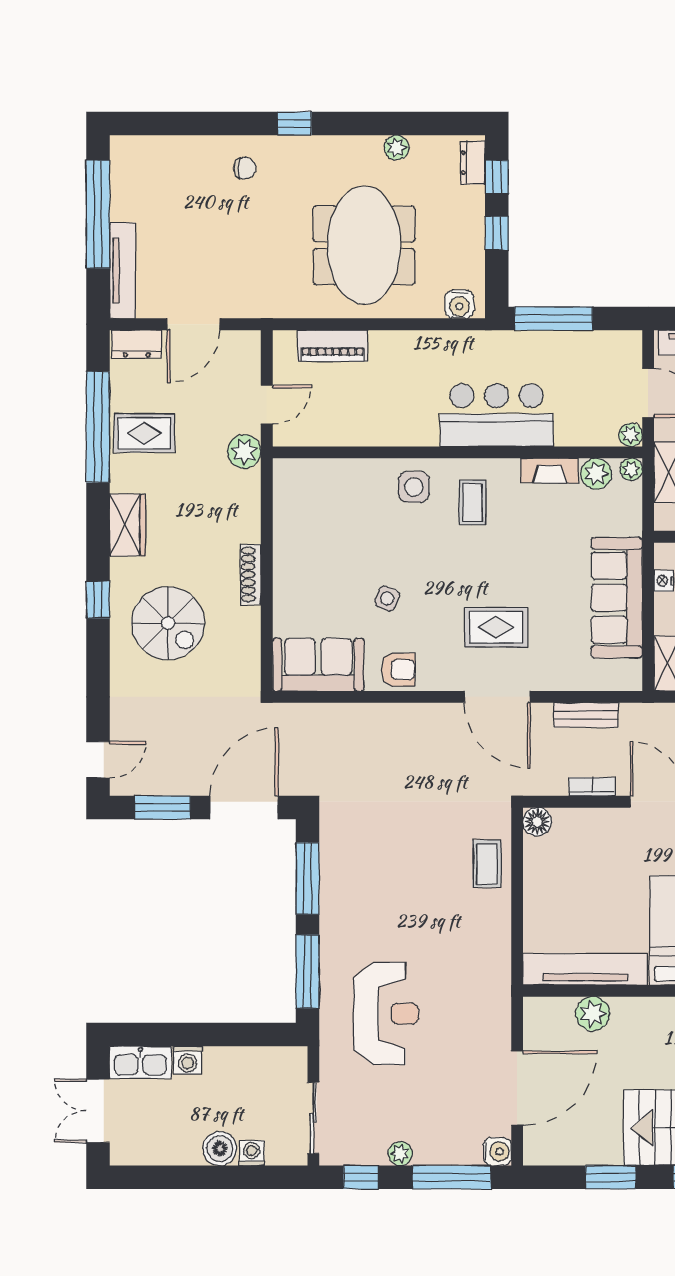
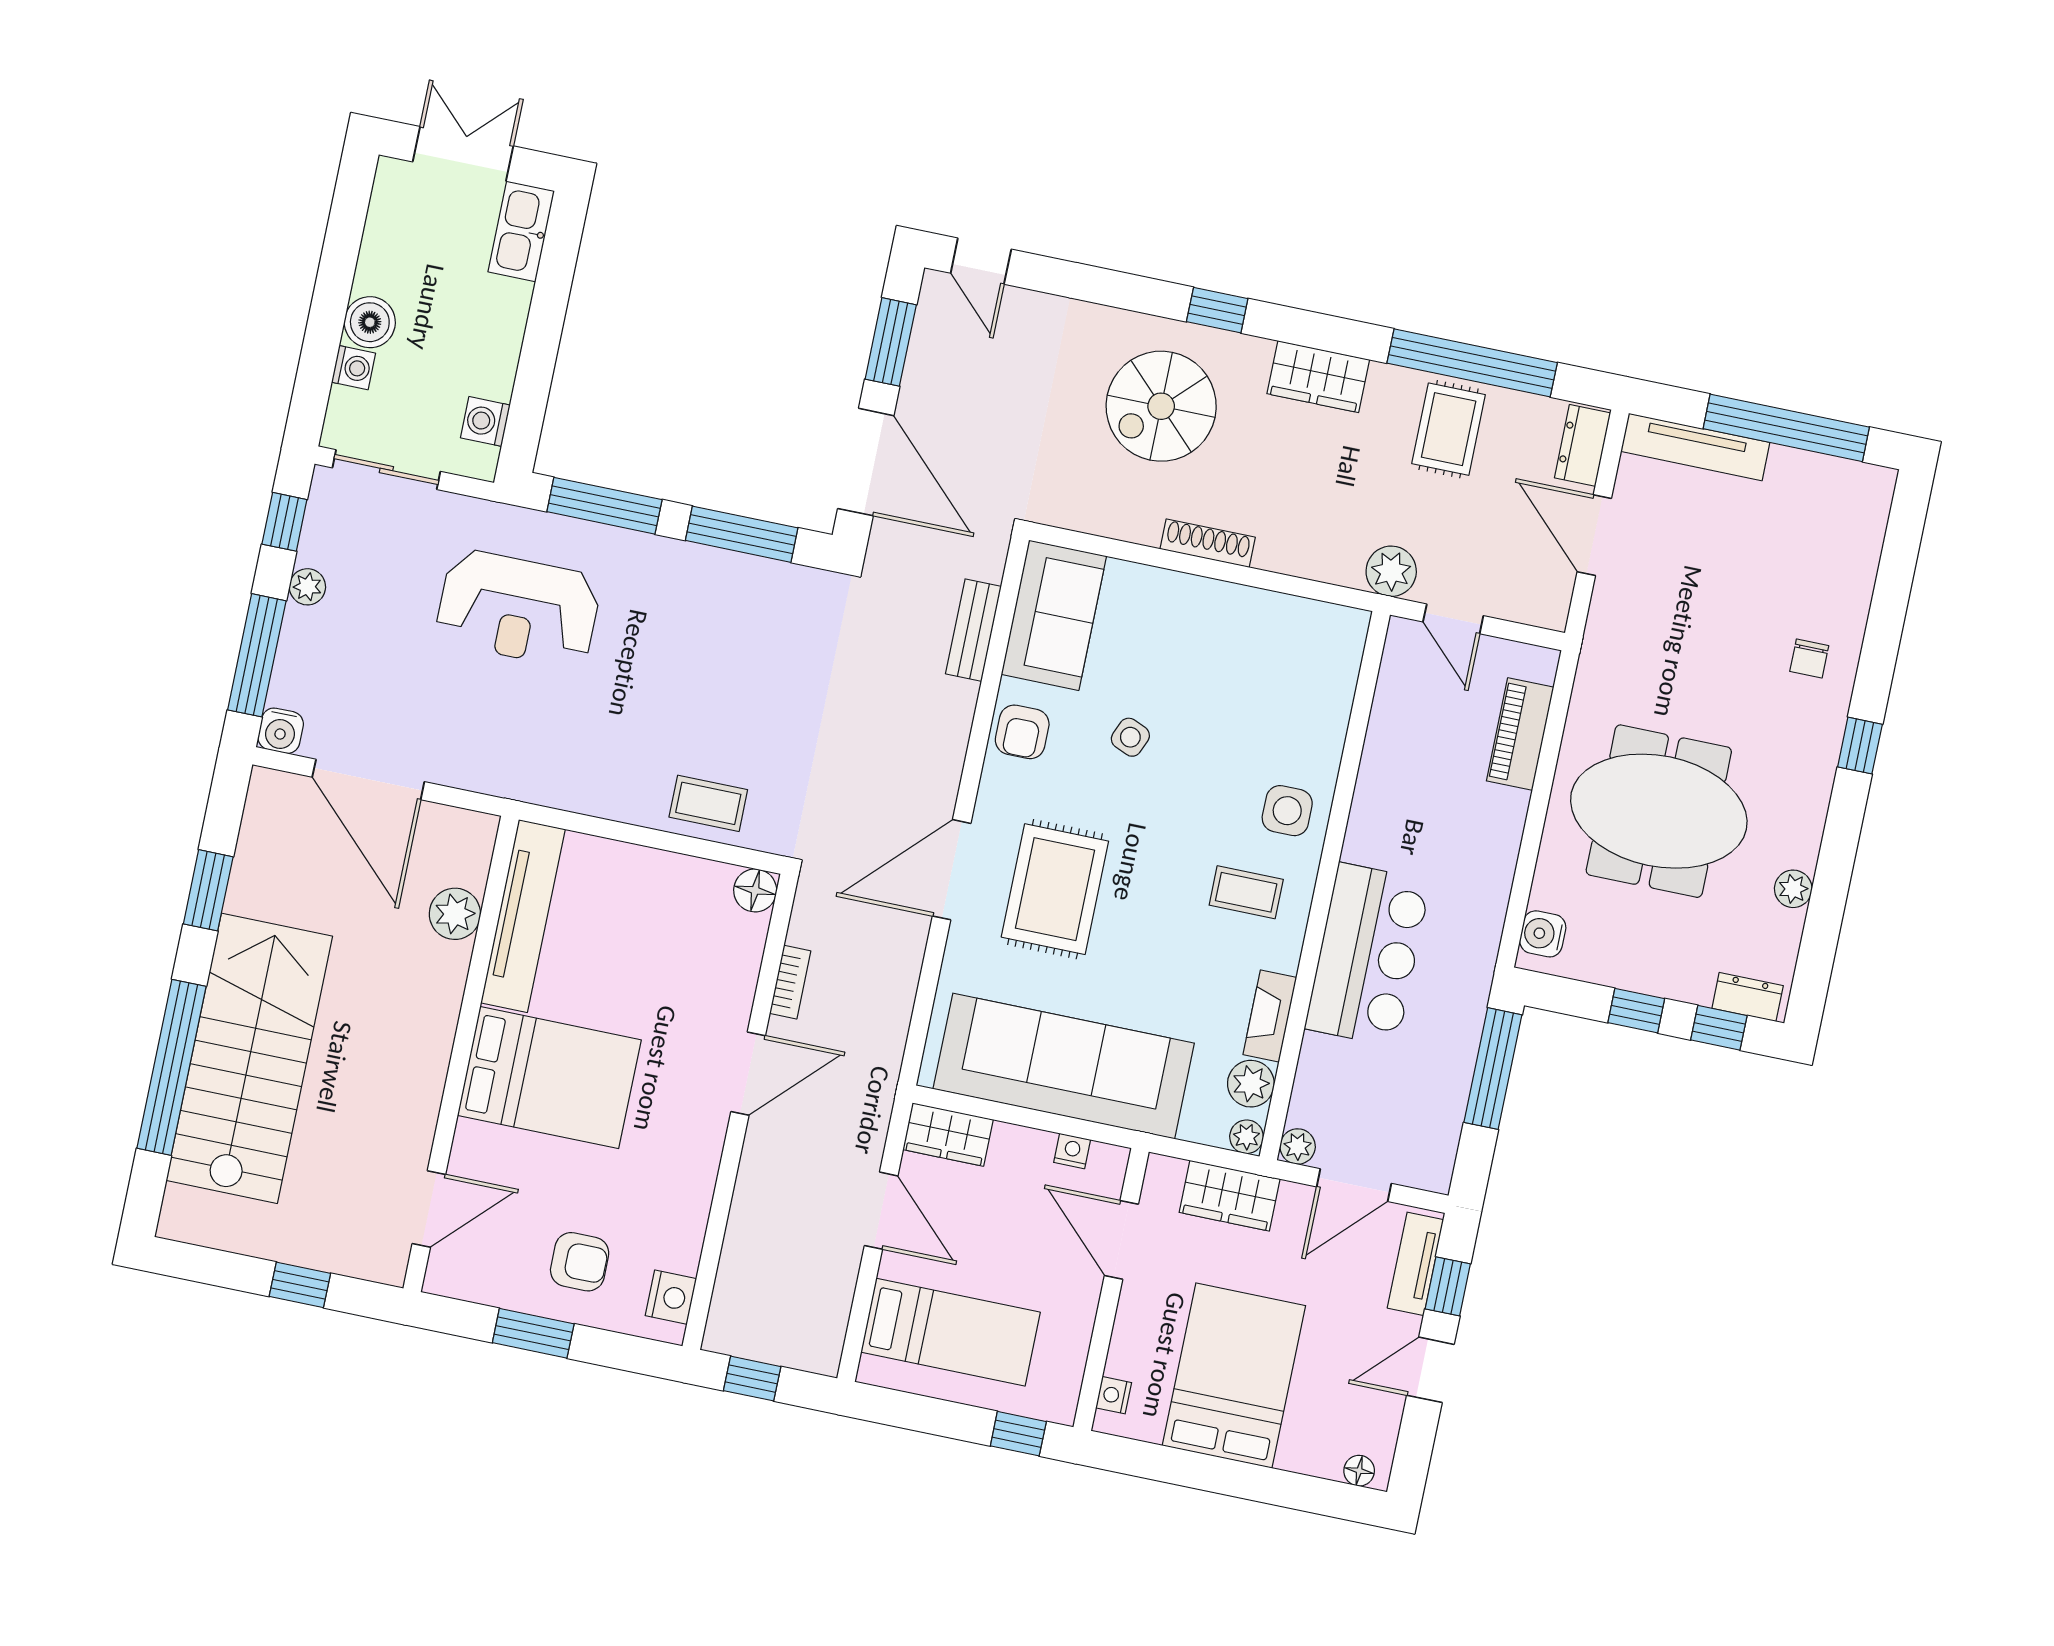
sofa: (617, 598) -> (1064, 1066), width x1.36, depth x1.27
rug: (496, 627) -> (1055, 889), width x1.36, depth x1.43
bench: (586, 715) -> (973, 630), moved
washing machine: (188, 1060) -> (485, 421), moved

